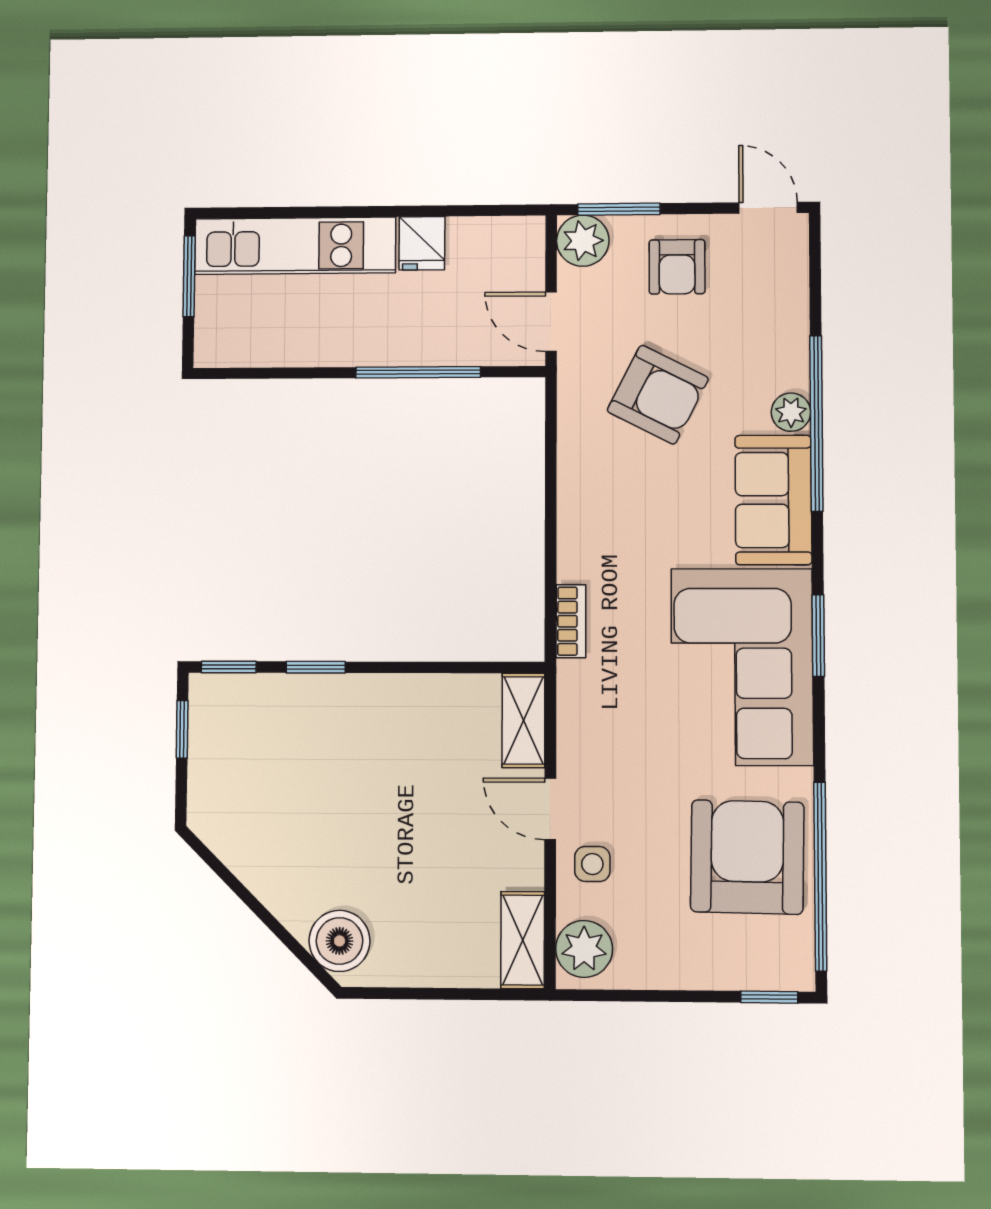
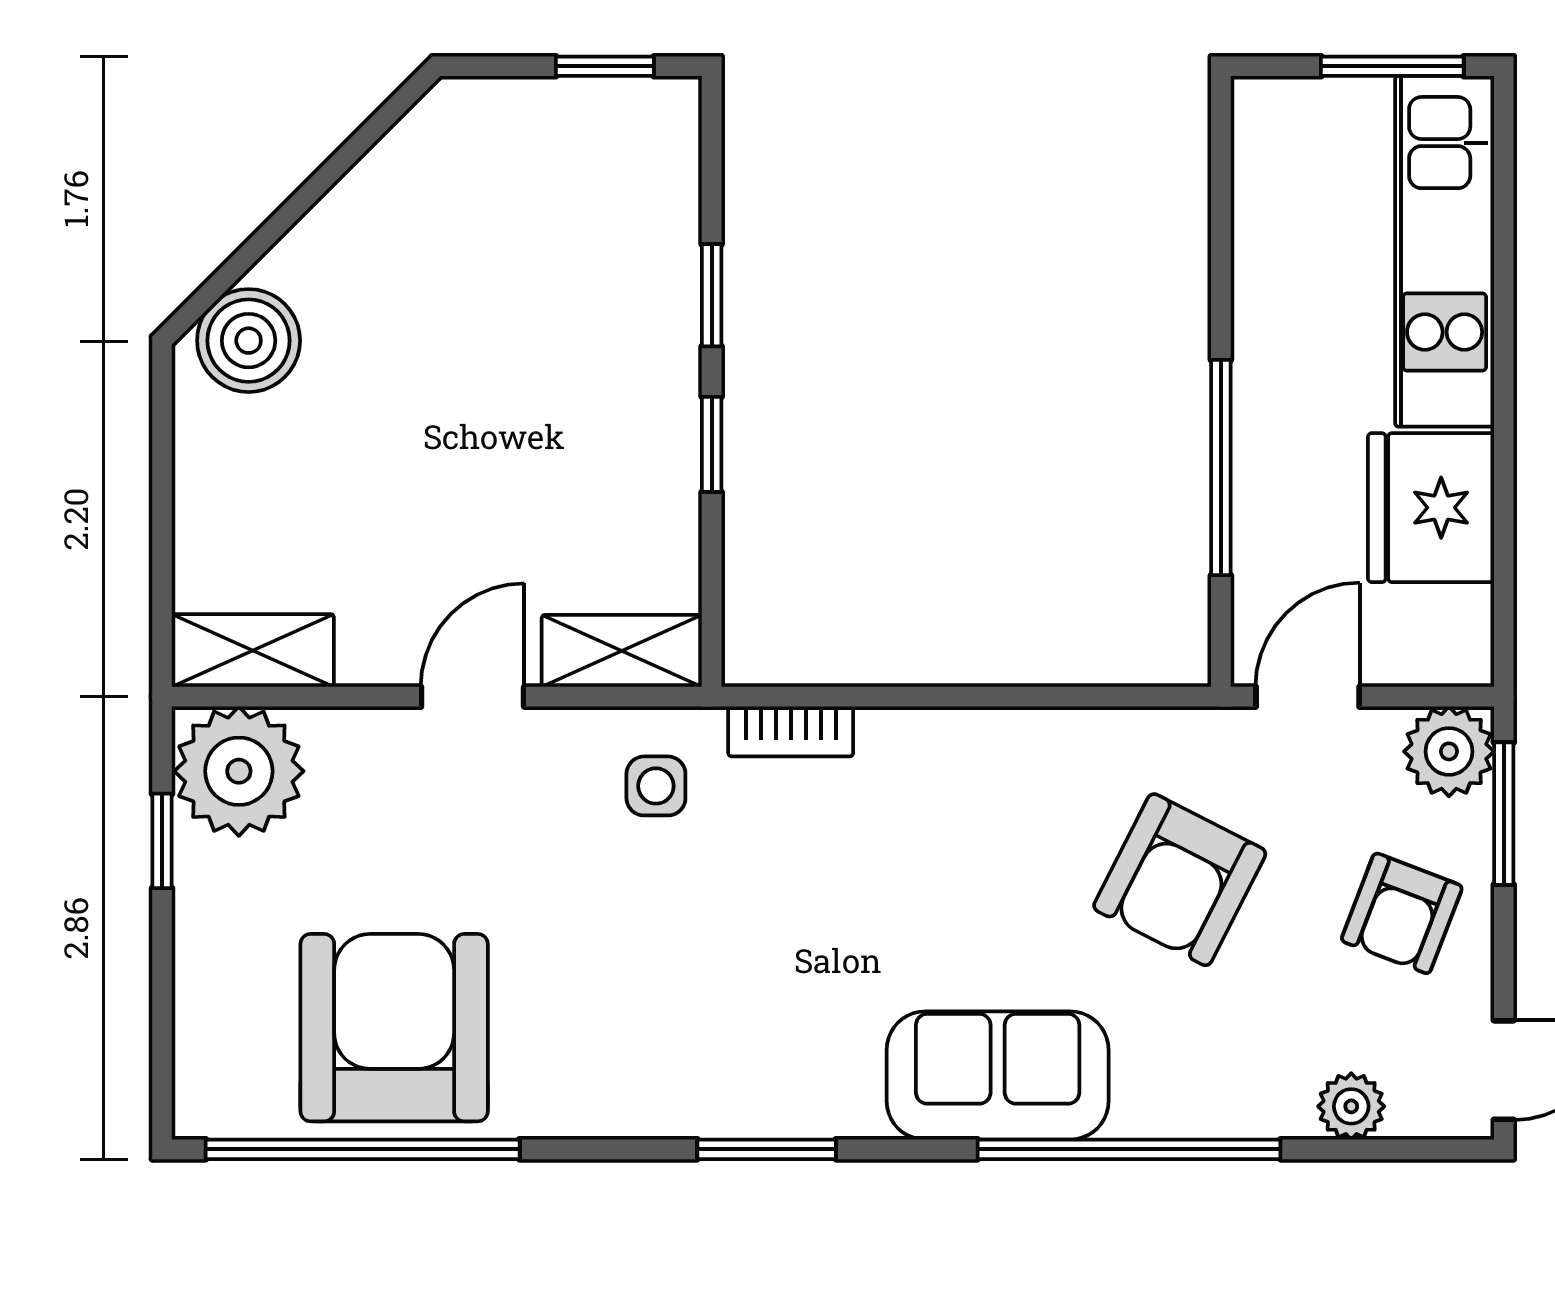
fridge: (422, 243) -> (1431, 508), width x1.88, depth x1.34
armchair: (677, 267) -> (1402, 913), turned -69
plant: (791, 412) -> (1351, 1106), moved
window: (229, 667) -> (712, 444), moved
corner sofa: (742, 667) -> (714, 1021), removed
armchair: (747, 857) -> (394, 1028), turned -91
side table: (592, 864) -> (656, 786), moved
plant: (584, 949) -> (239, 771), width x1.36, depth x1.36
window: (769, 997) -> (162, 841), moved

